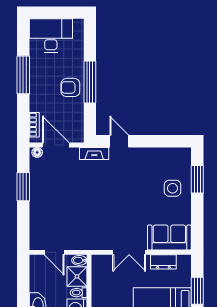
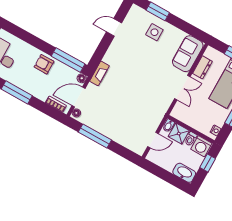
window: (90, 82) -> (68, 60), moved
armchair: (70, 87) -> (44, 64), turned 90
floor lamp: (78, 137) -> (82, 78), added
door: (119, 141) -> (114, 27), moved
window: (23, 187) -> (95, 136), width x1.44

